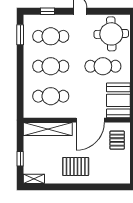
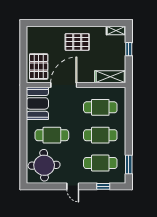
shelving: (48, 129) -> (110, 77), width x0.68
pallet: (117, 140) -> (39, 66), width x1.50, depth x1.42

